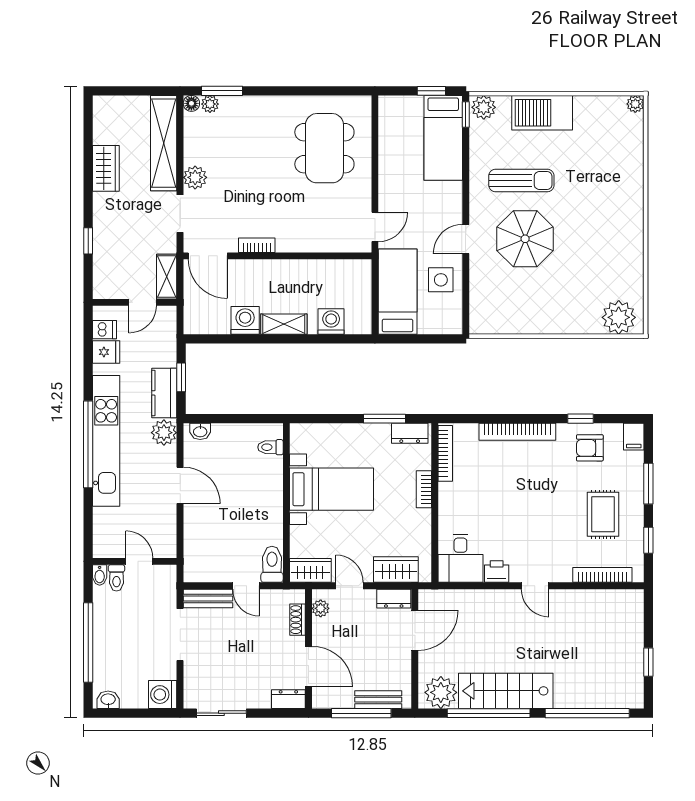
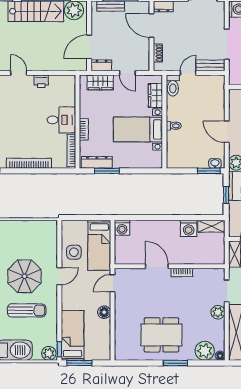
window: (222, 91) -> (175, 363), moved
window: (431, 91) -> (79, 363), width x1.50
plant: (210, 104) -> (205, 351), width x1.87, depth x1.87
dining table: (324, 148) -> (161, 335), moved, turned 90
floor lamp: (389, 178) -> (104, 312), added
sun lounger: (521, 181) -> (27, 310), turned 180
door: (208, 256) -> (157, 266), moved
washing machine: (331, 322) -> (122, 228), moved
shelving: (284, 324) -> (211, 226), moved
window: (211, 419) -> (209, 171), added
dresser: (410, 433) -> (97, 162), width x1.44
toilet: (270, 447) -> (174, 126), moved
desk: (460, 558) -> (61, 120), moved, turned 90
wardrobe: (310, 570) -> (155, 96), moved, turned 90
door: (246, 586) -> (188, 73), hinge flipped
plant: (321, 608) -> (144, 60), removed

